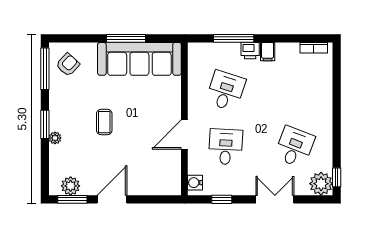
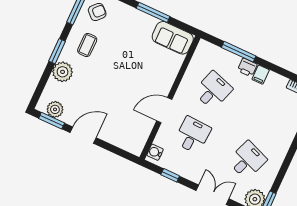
sofa: (139, 59) -> (173, 38), width x0.54, depth x0.79
coffee table: (104, 122) -> (87, 45), moved
plant: (55, 138) -> (63, 72), width x1.87, depth x1.87

